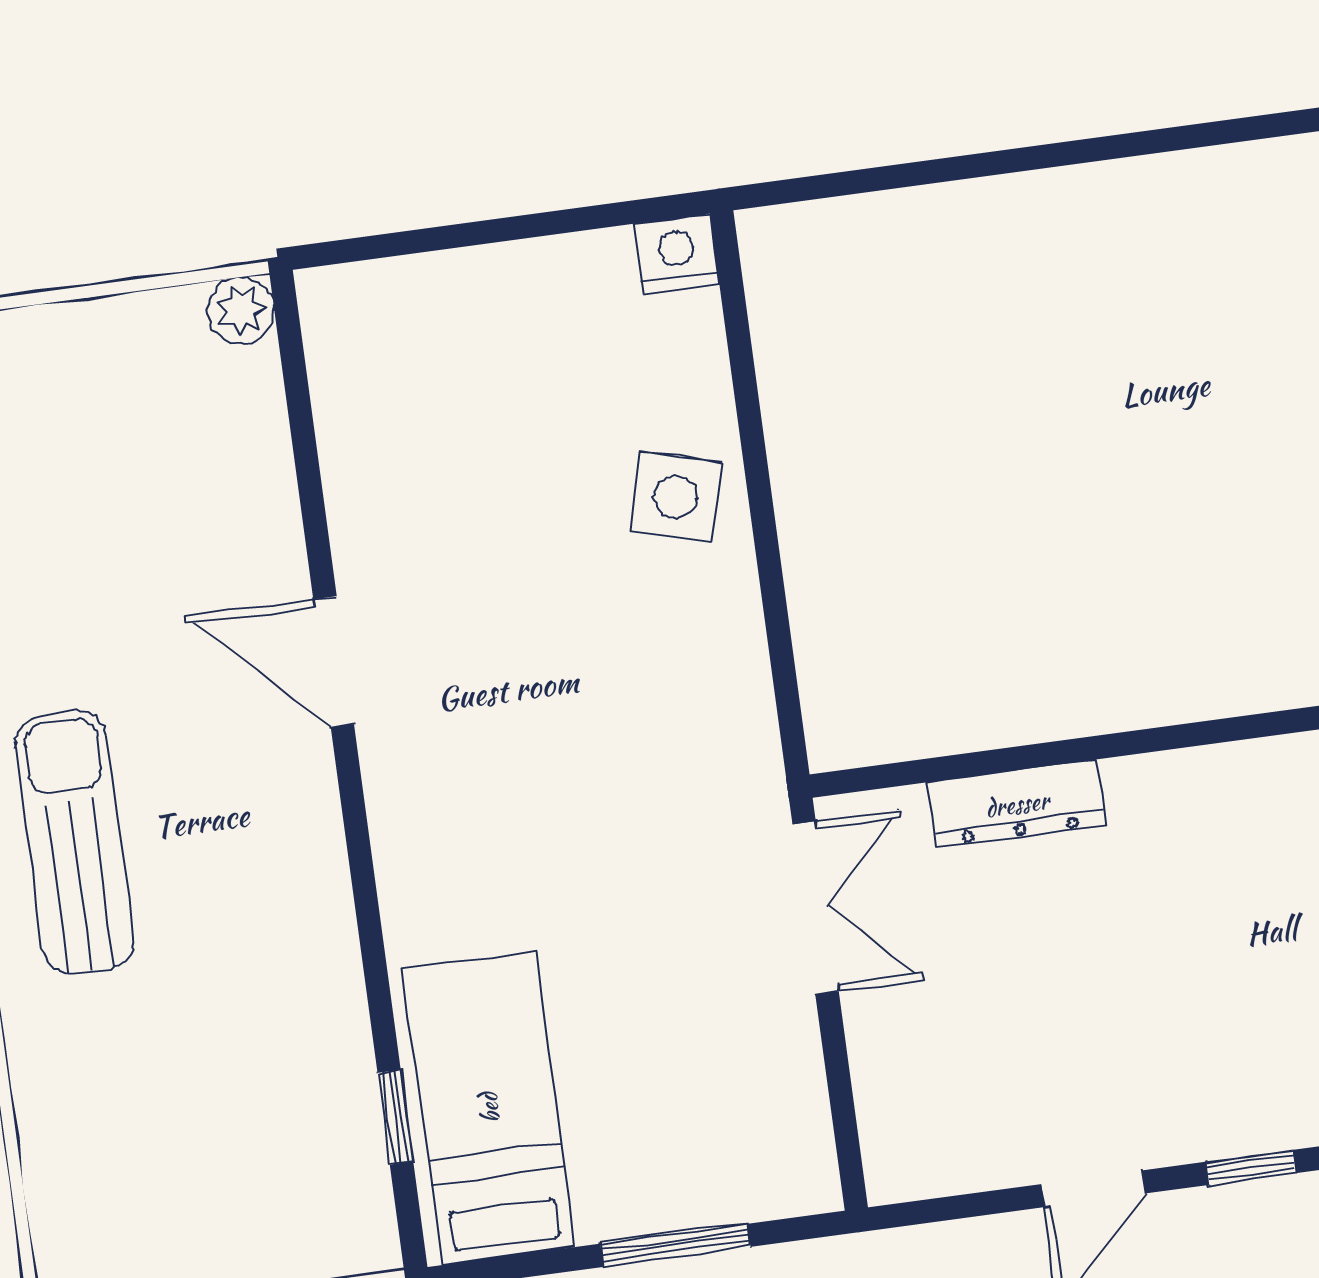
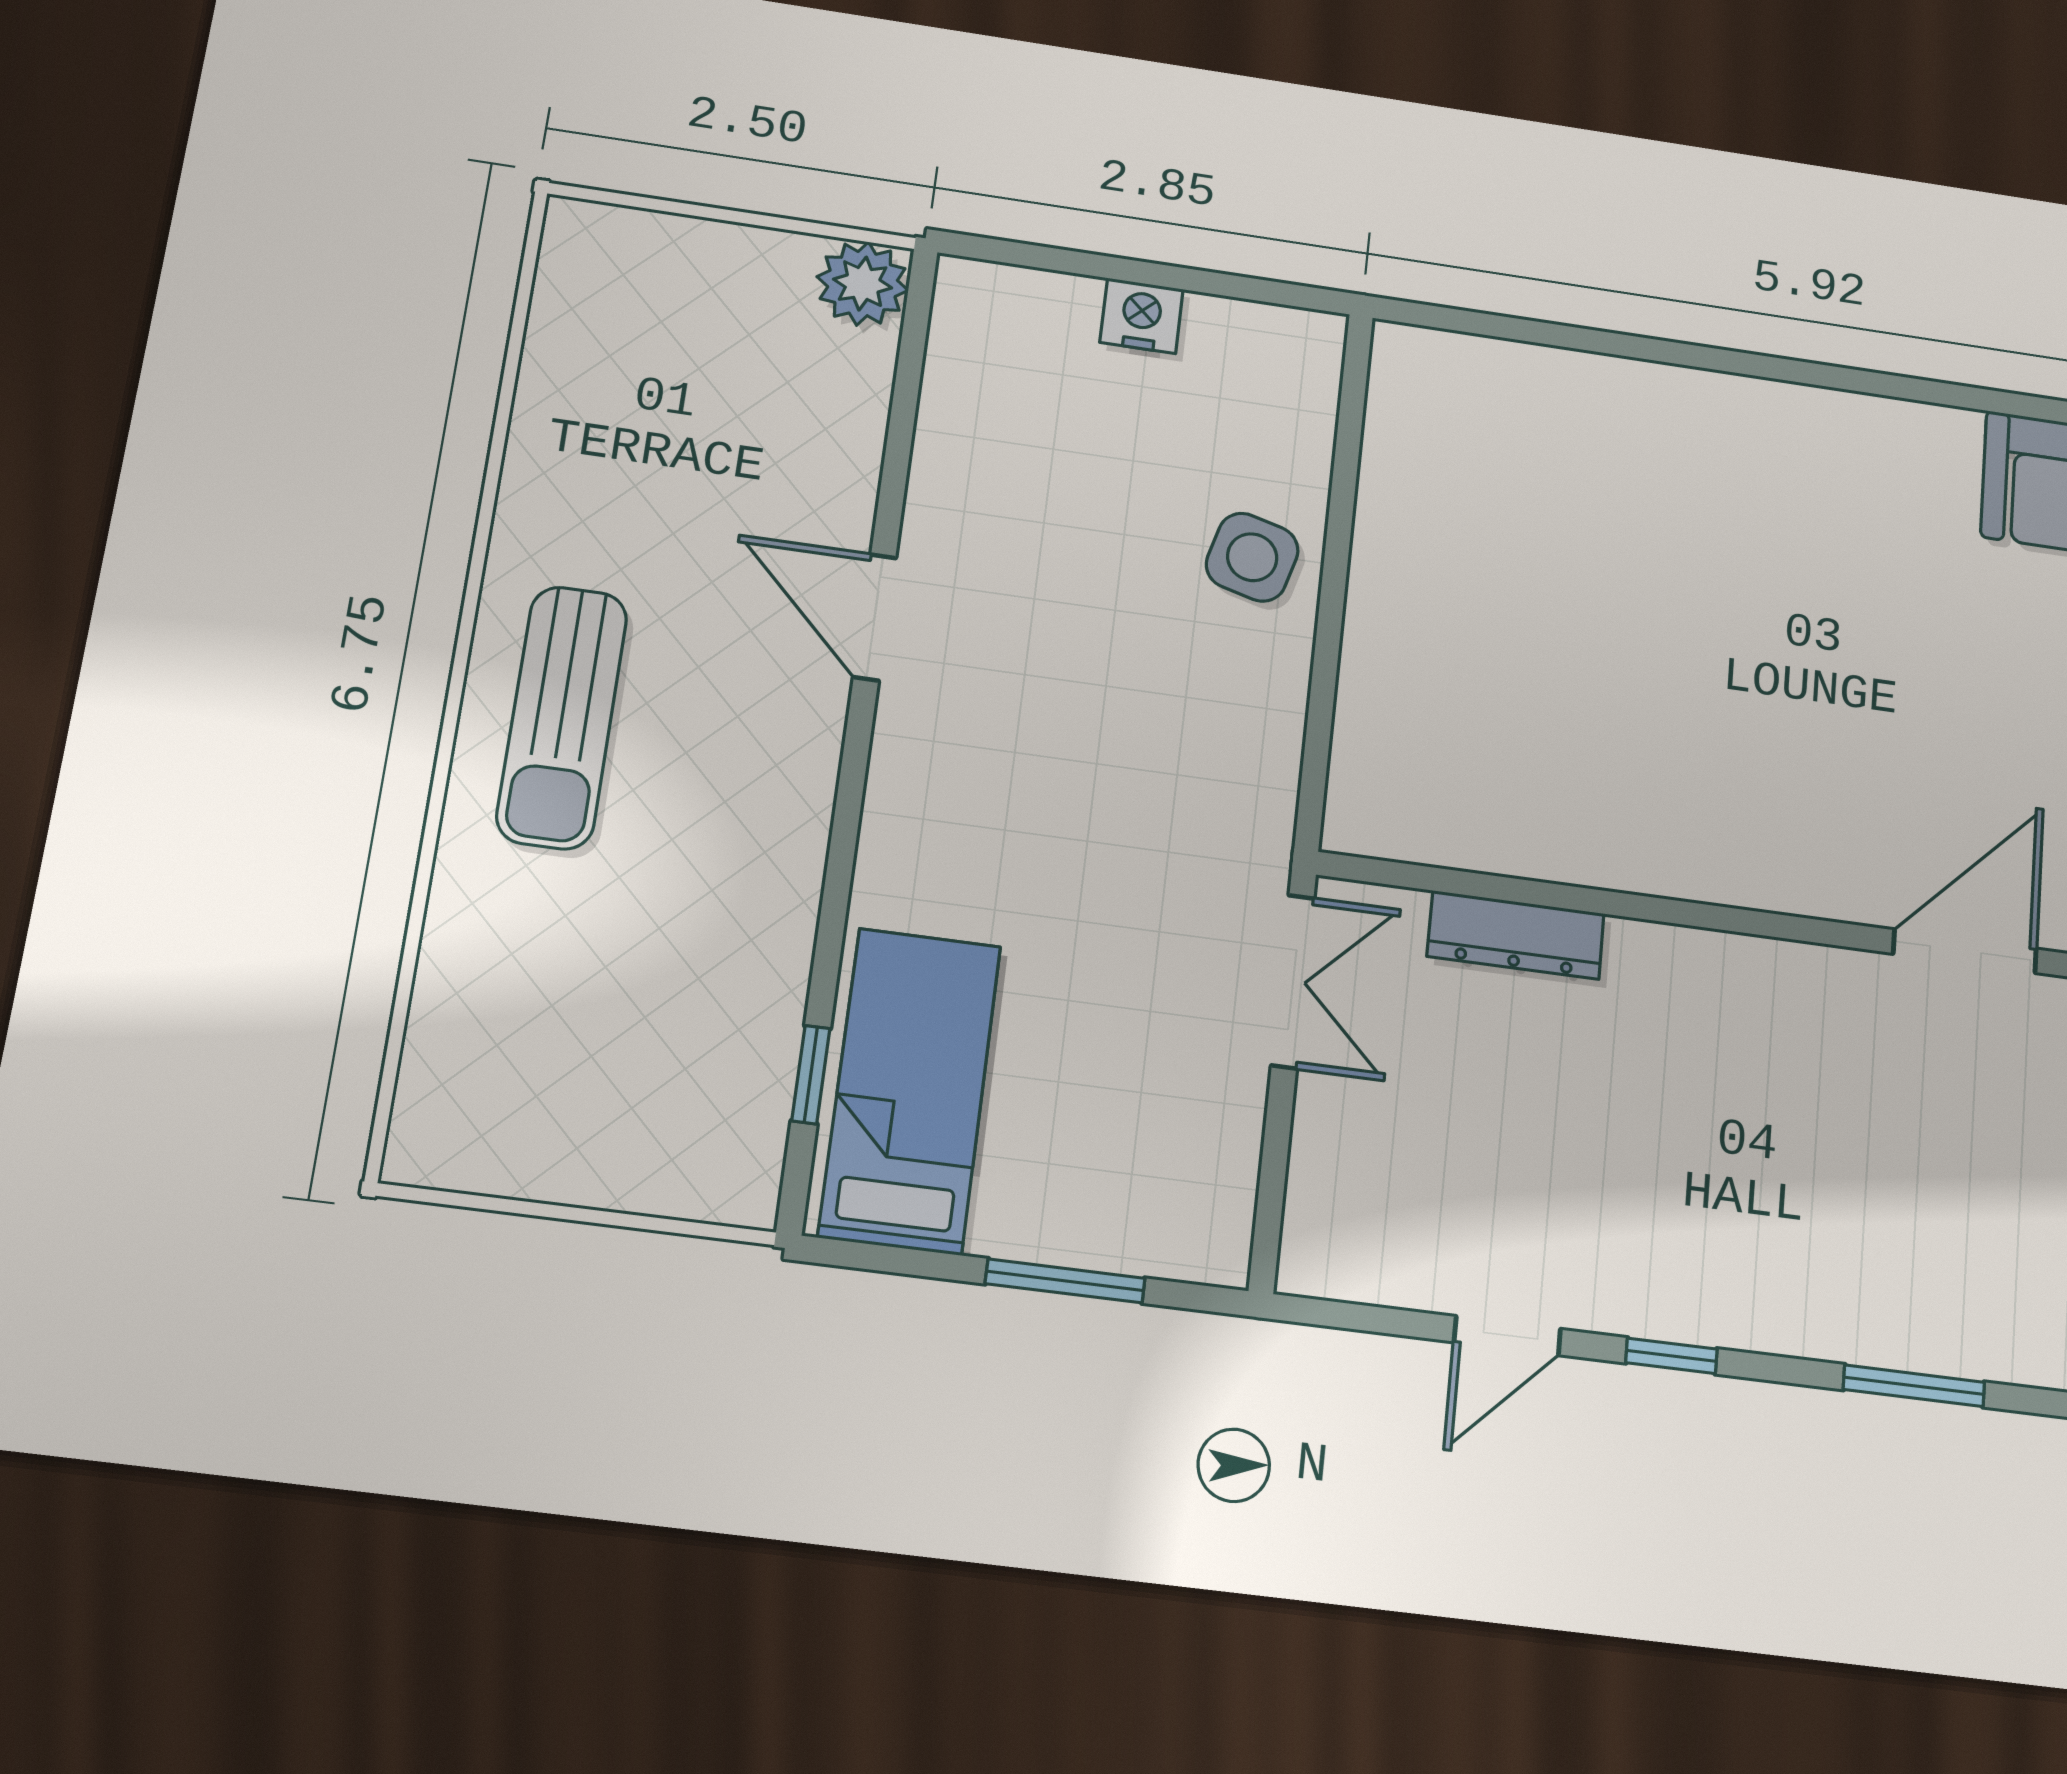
nightstand: (676, 254) -> (1142, 316), moved
plant: (241, 311) -> (863, 284), width x1.38, depth x1.38
sun lounger: (74, 842) -> (562, 717), turned 180

